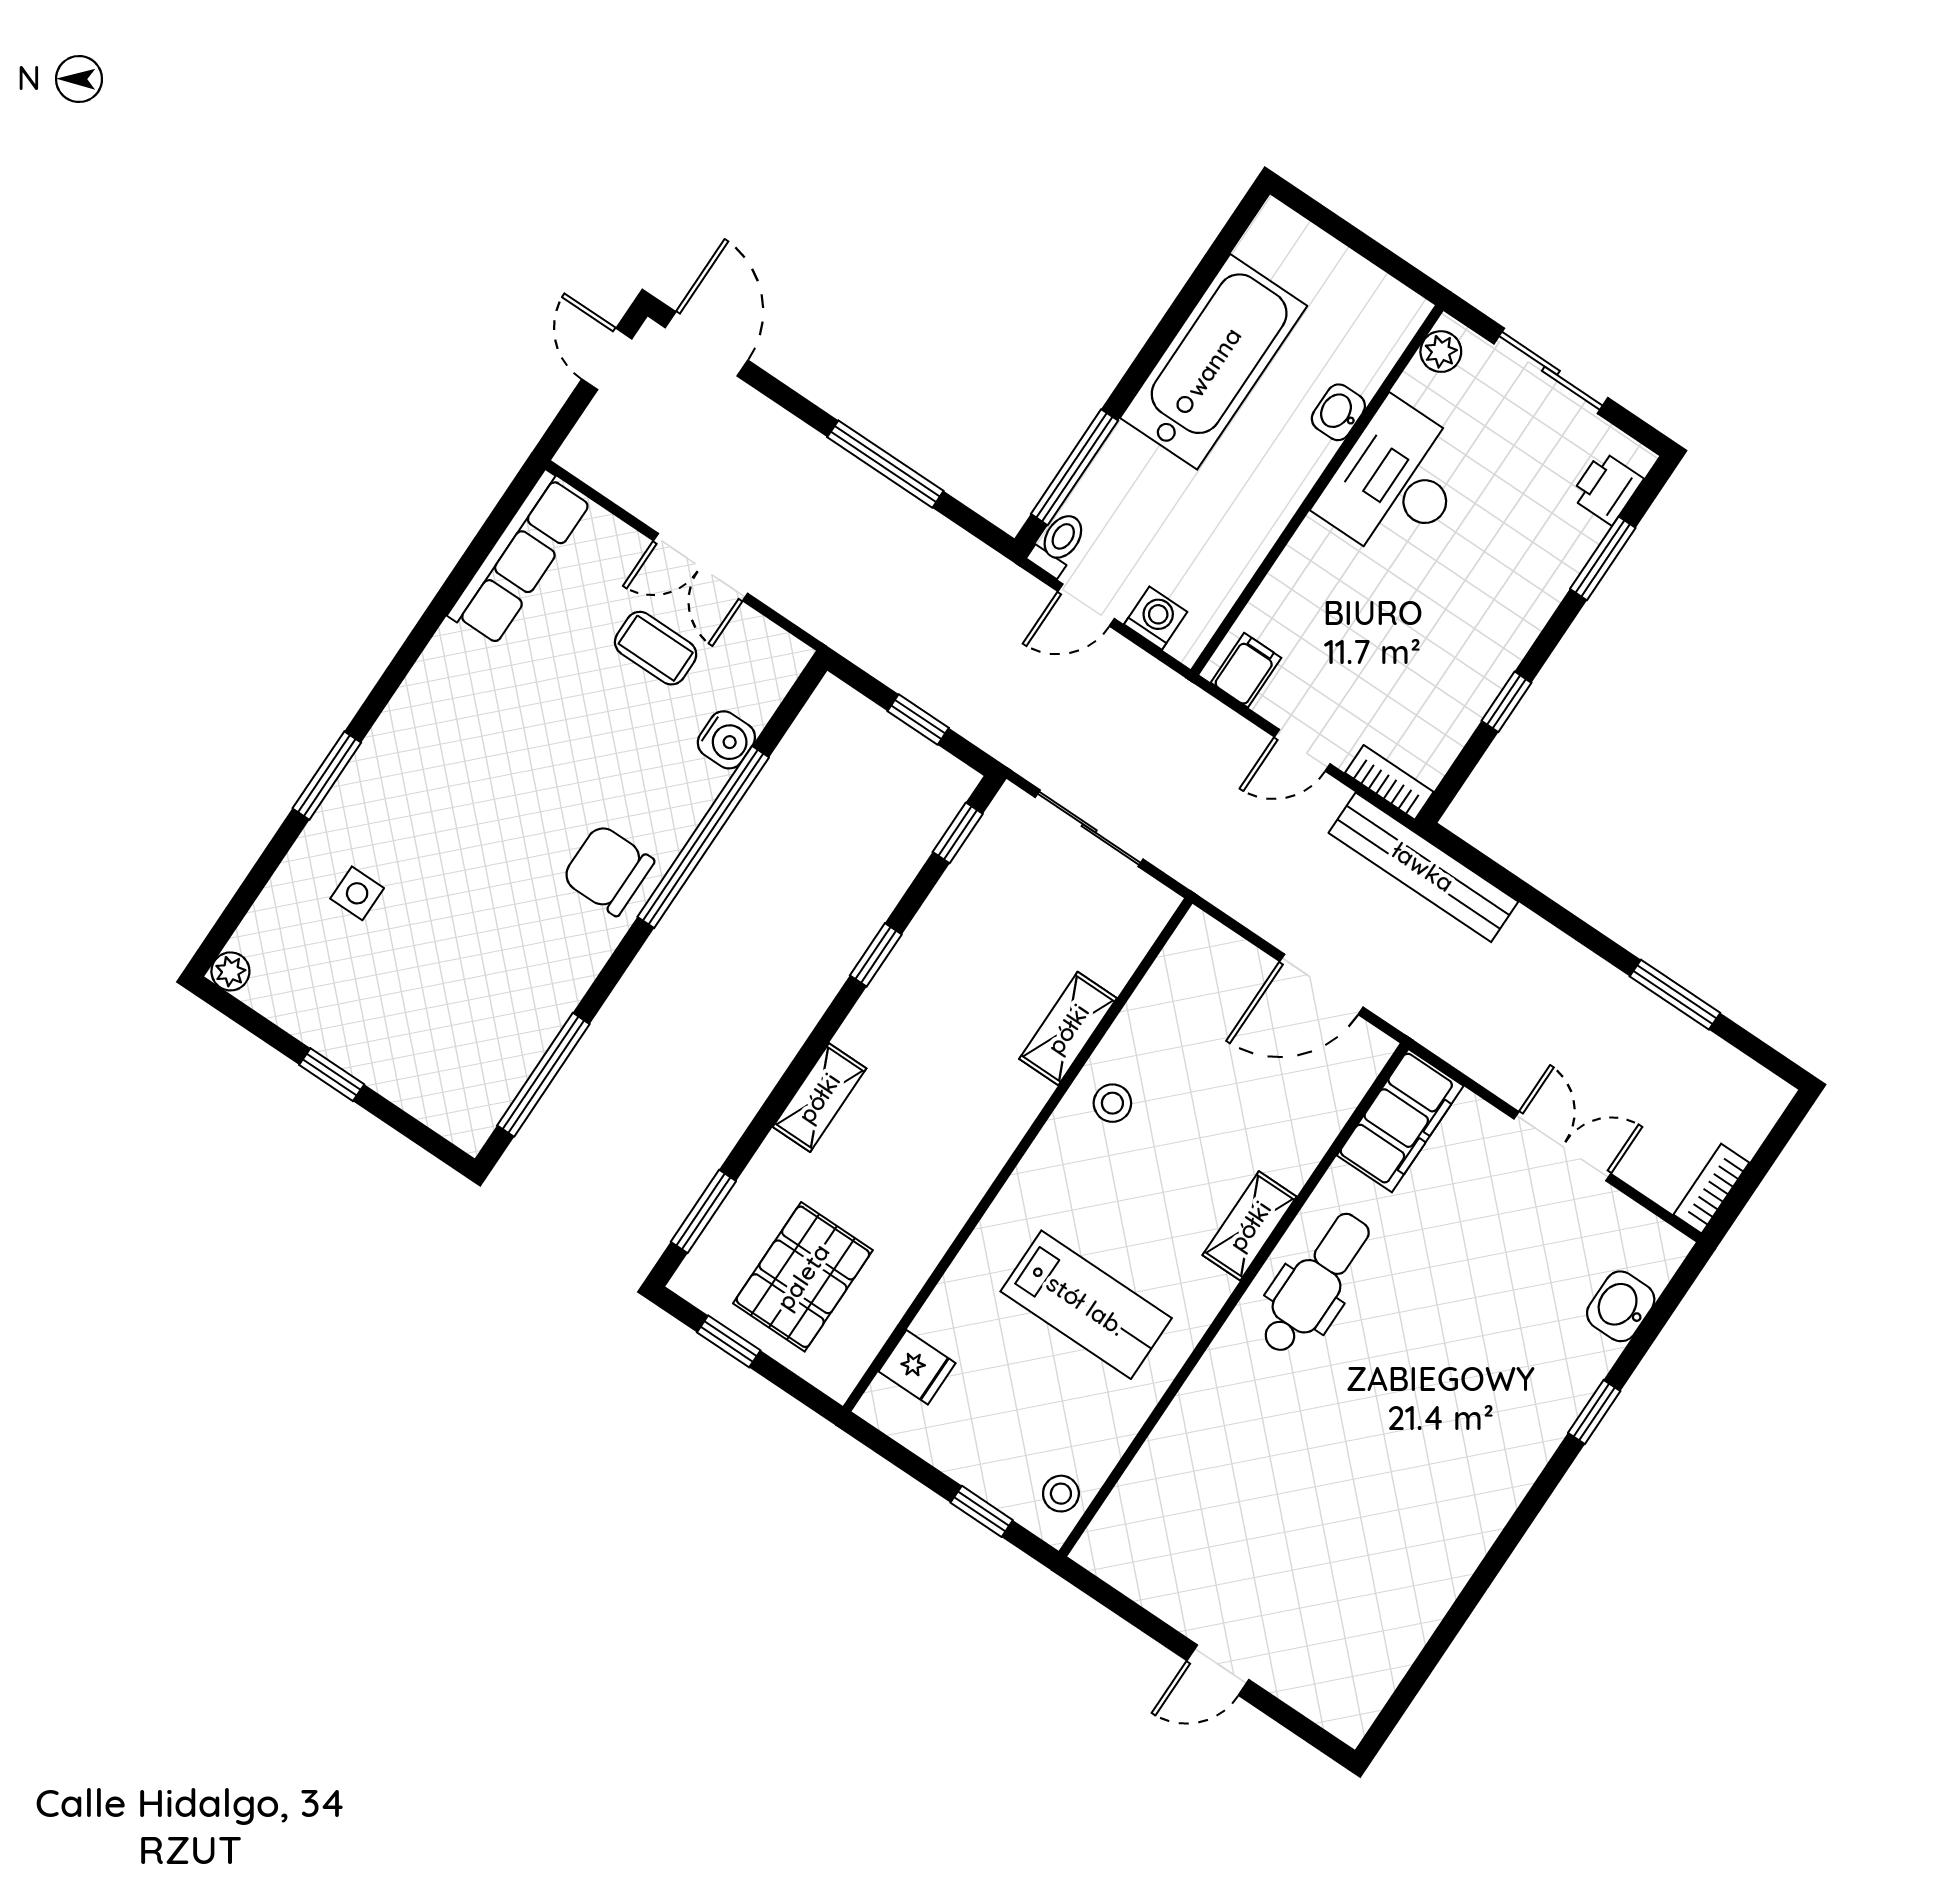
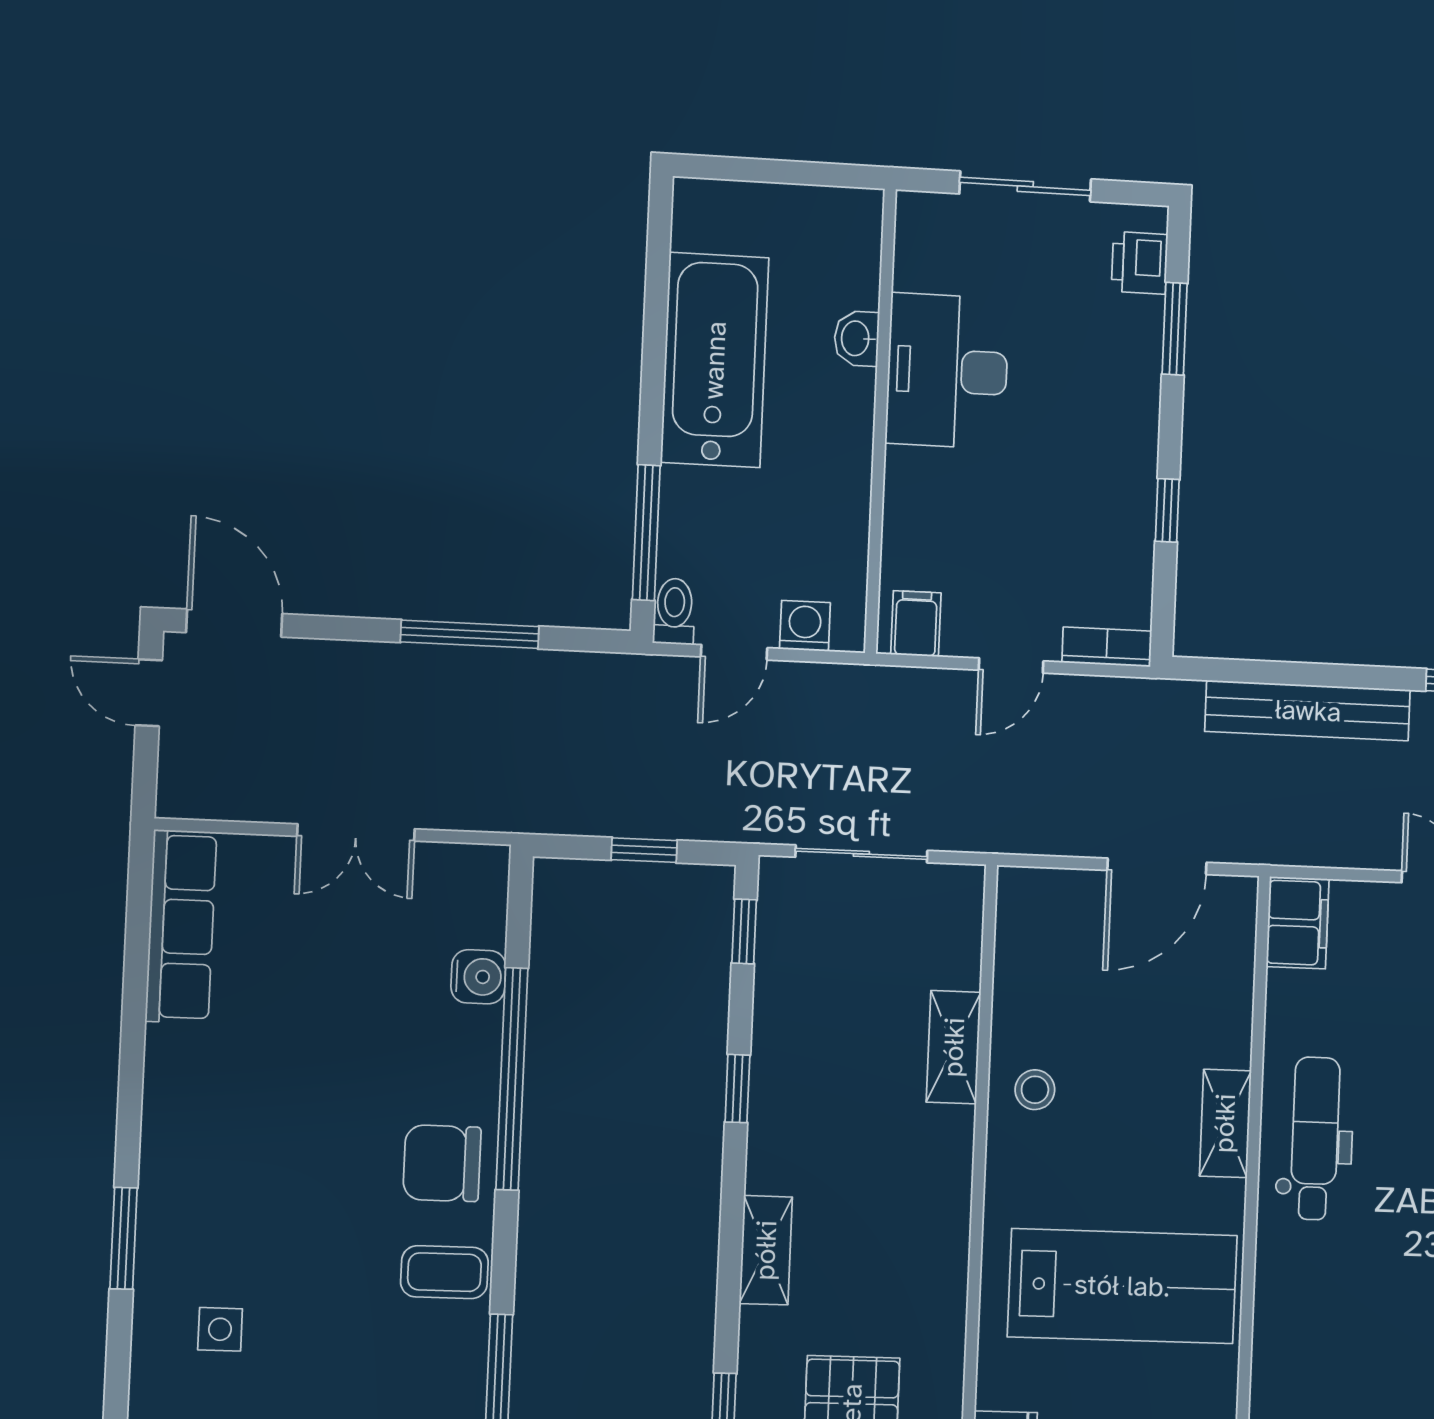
plant: (1441, 352) -> (916, 228), removed
coffee table: (656, 648) -> (444, 1272), moved
bench: (1423, 867) -> (1308, 711), moved
filing cabinet: (1400, 1121) -> (1298, 923), width x0.67, depth x0.86
lab bench: (1086, 1305) -> (1122, 1286), width x1.36, depth x1.39

